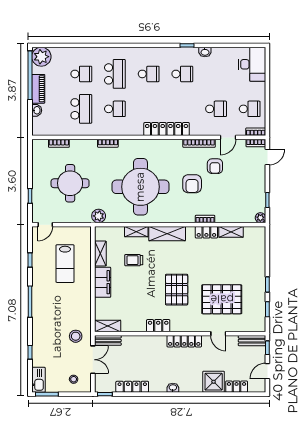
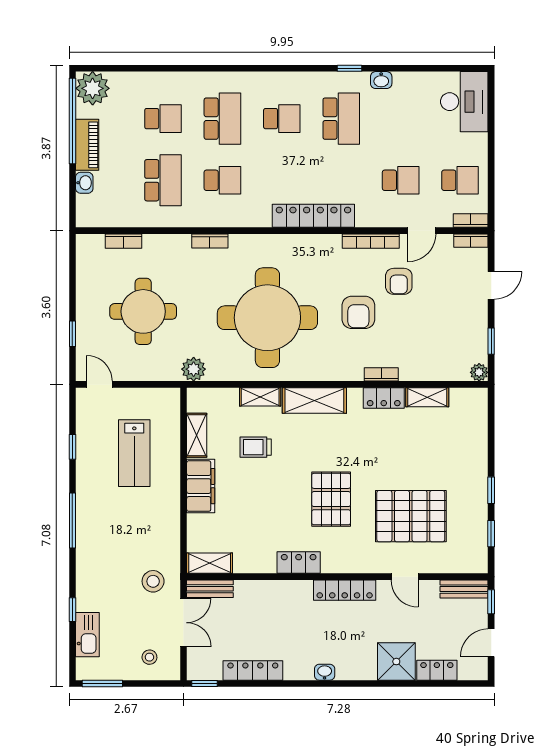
school desk: (182, 74) -> (341, 119), width x1.85
door: (267, 157) -> (491, 285), moved
door: (45, 225) -> (99, 384), swing flipped
kitchen sink: (38, 380) -> (87, 635), moved

